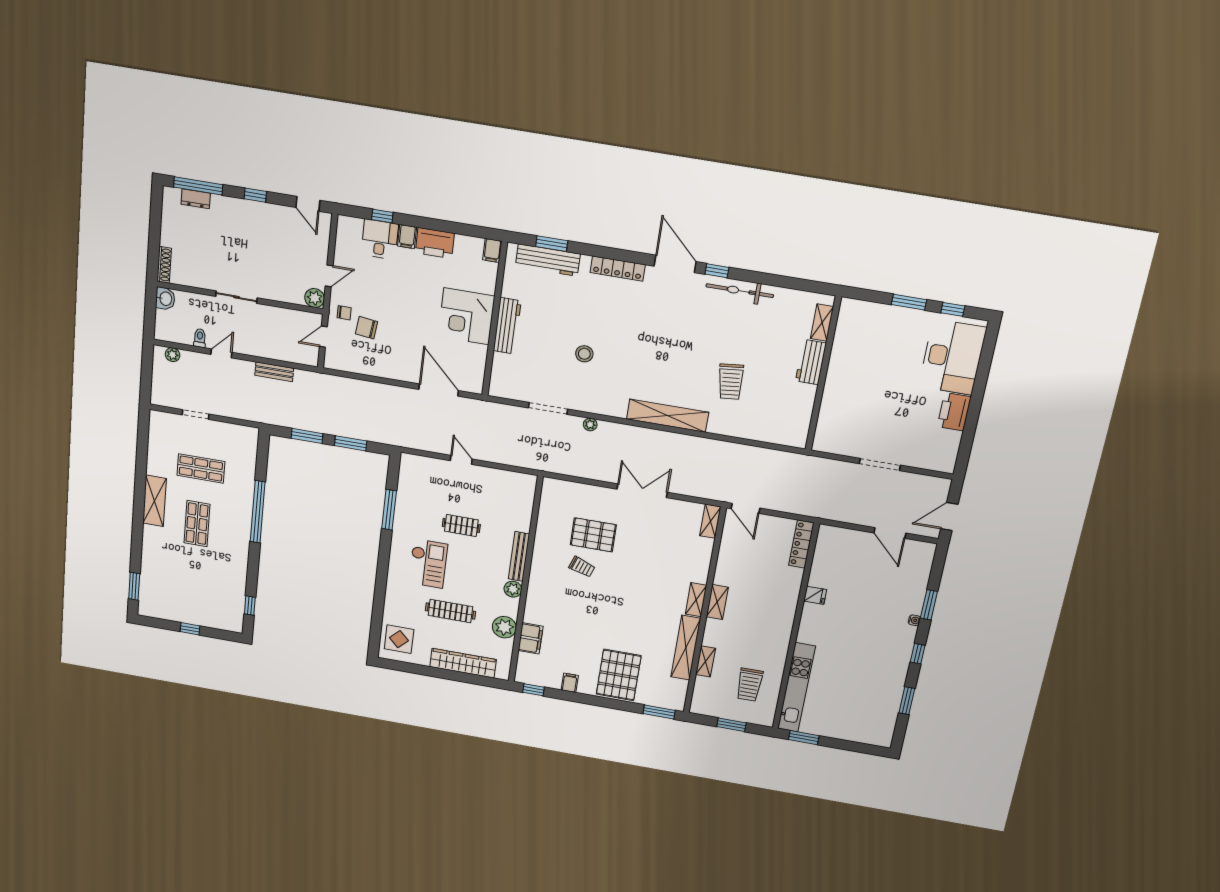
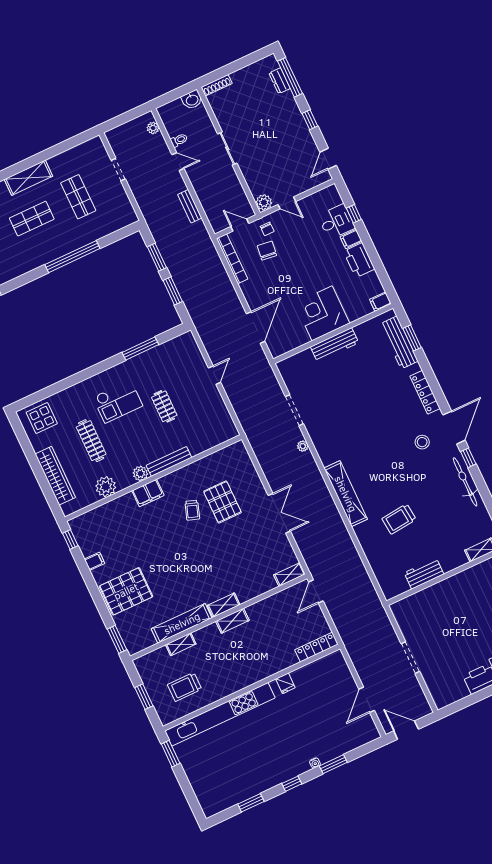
stool: (584, 354) -> (422, 442), moved
workbench: (811, 362) -> (424, 574), moved
bookcase: (354, 367) -> (232, 259), added
filing cabinet: (531, 638) -> (148, 493), moved
kitchen unit: (796, 688) -> (220, 714), width x1.36

